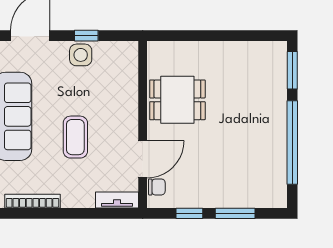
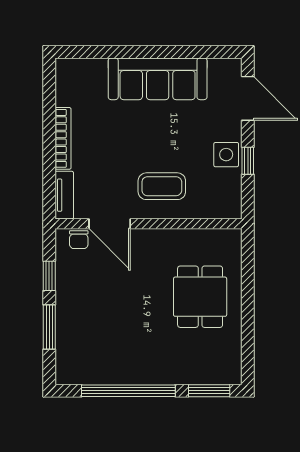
dining table: (177, 100) -> (200, 297), moved
coffee table: (75, 137) -> (162, 186), moved
bookcase: (32, 201) -> (63, 138), moved

